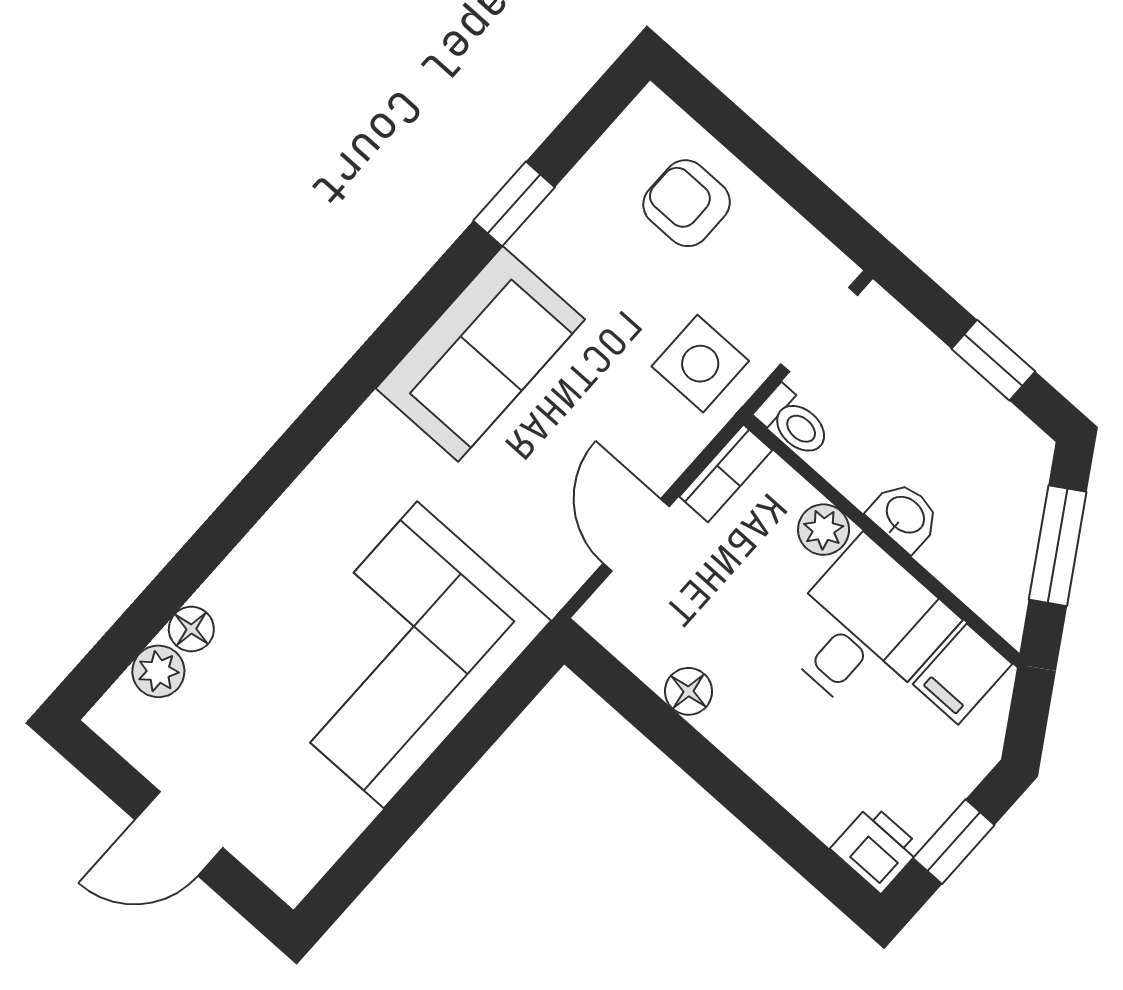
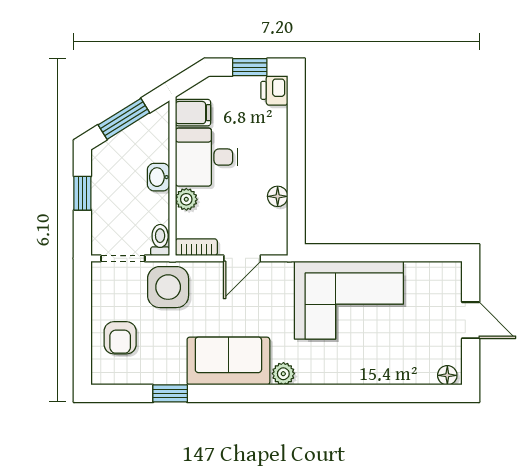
side table: (700, 364) -> (168, 287), width x1.37, depth x1.37
floor lamp: (191, 629) -> (447, 375), moved
plant: (158, 671) -> (283, 374), moved

